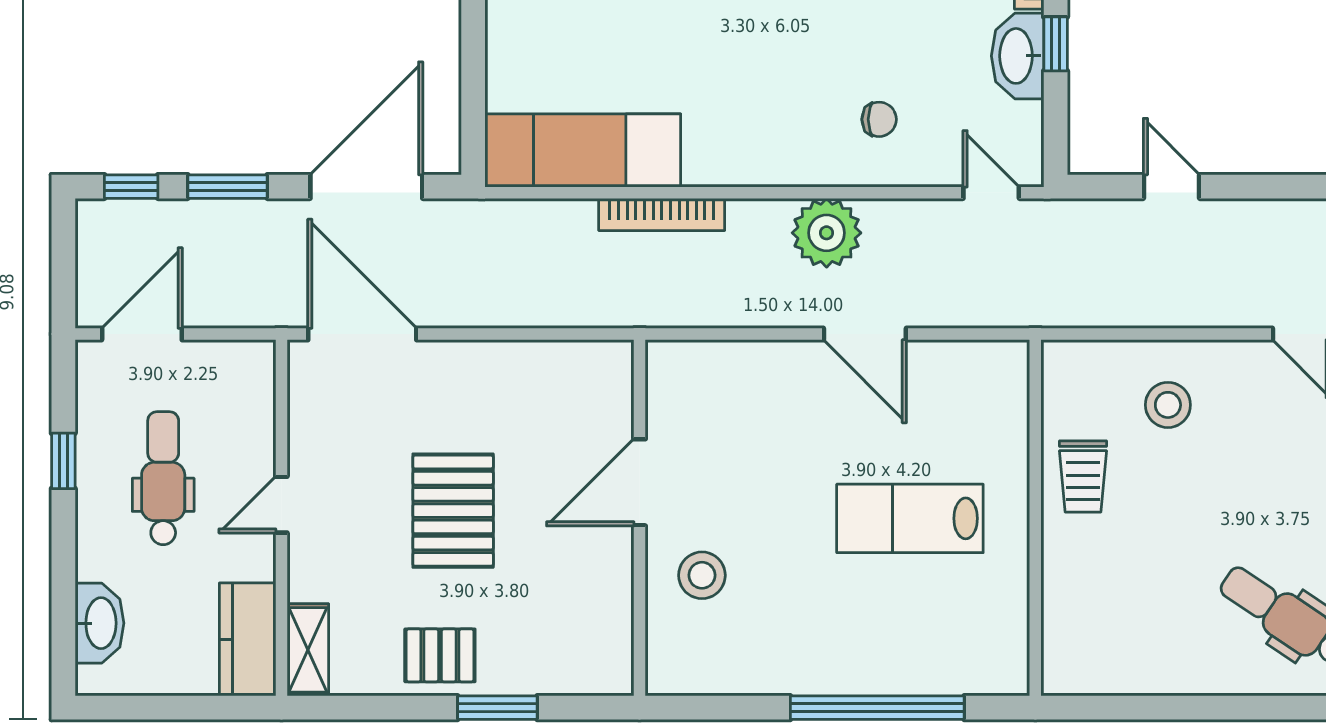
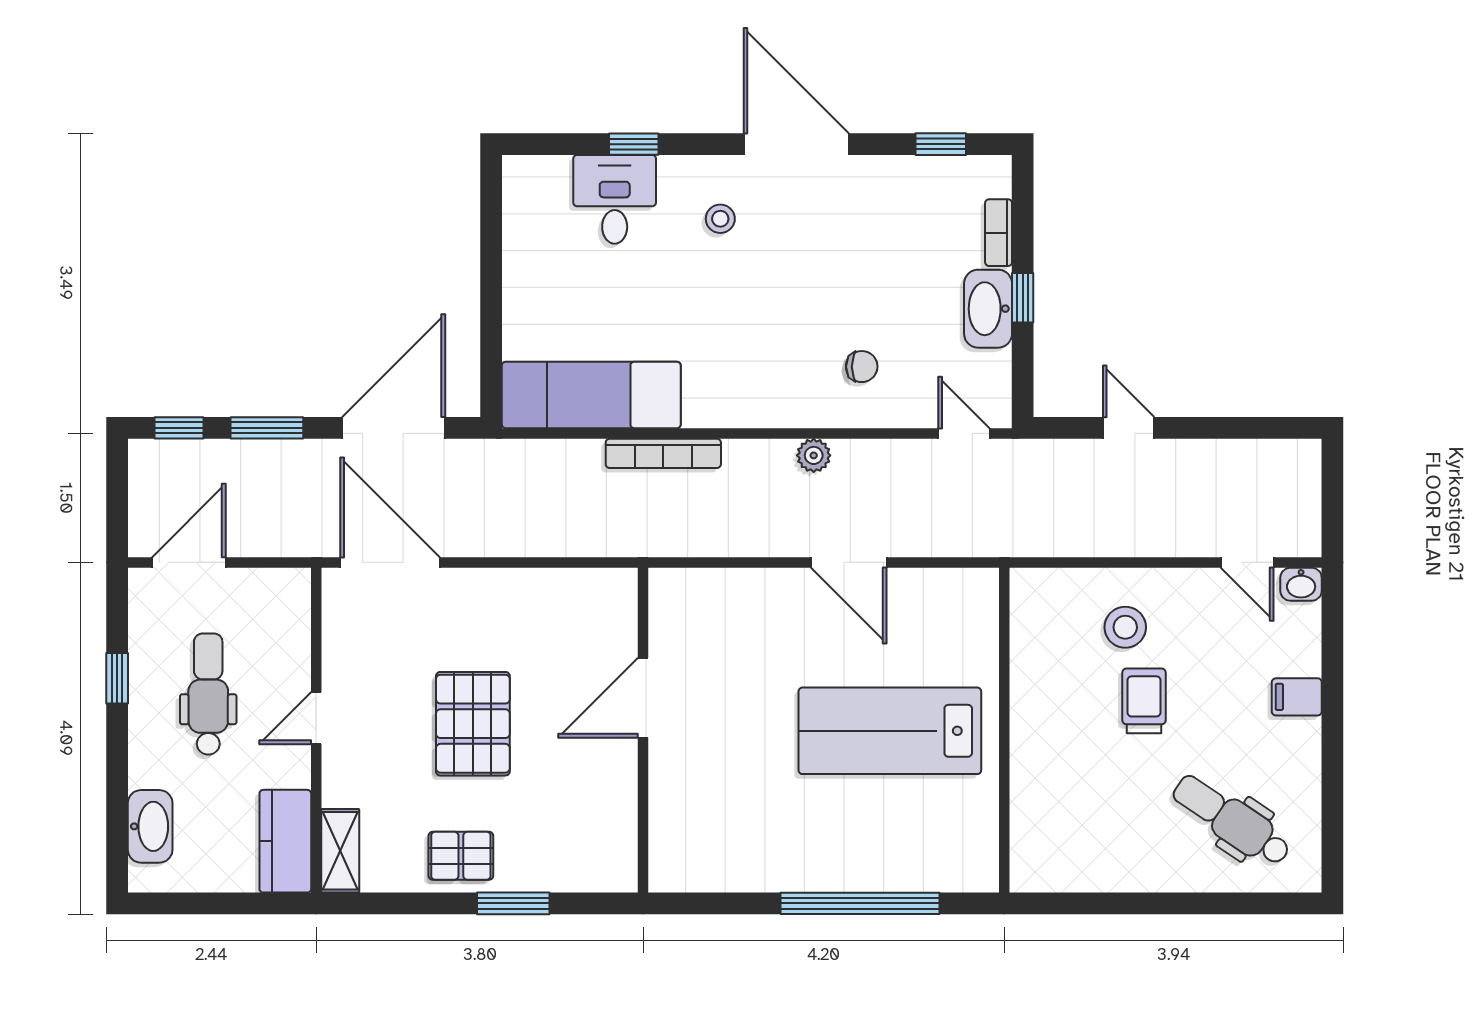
plant: (827, 233) -> (814, 455), width x0.53, depth x0.53
trolley: (1083, 476) -> (1144, 701), moved, turned 180
lab bench: (910, 518) -> (890, 731), width x1.36, depth x1.39
stool: (702, 575) -> (700, 783), removed

